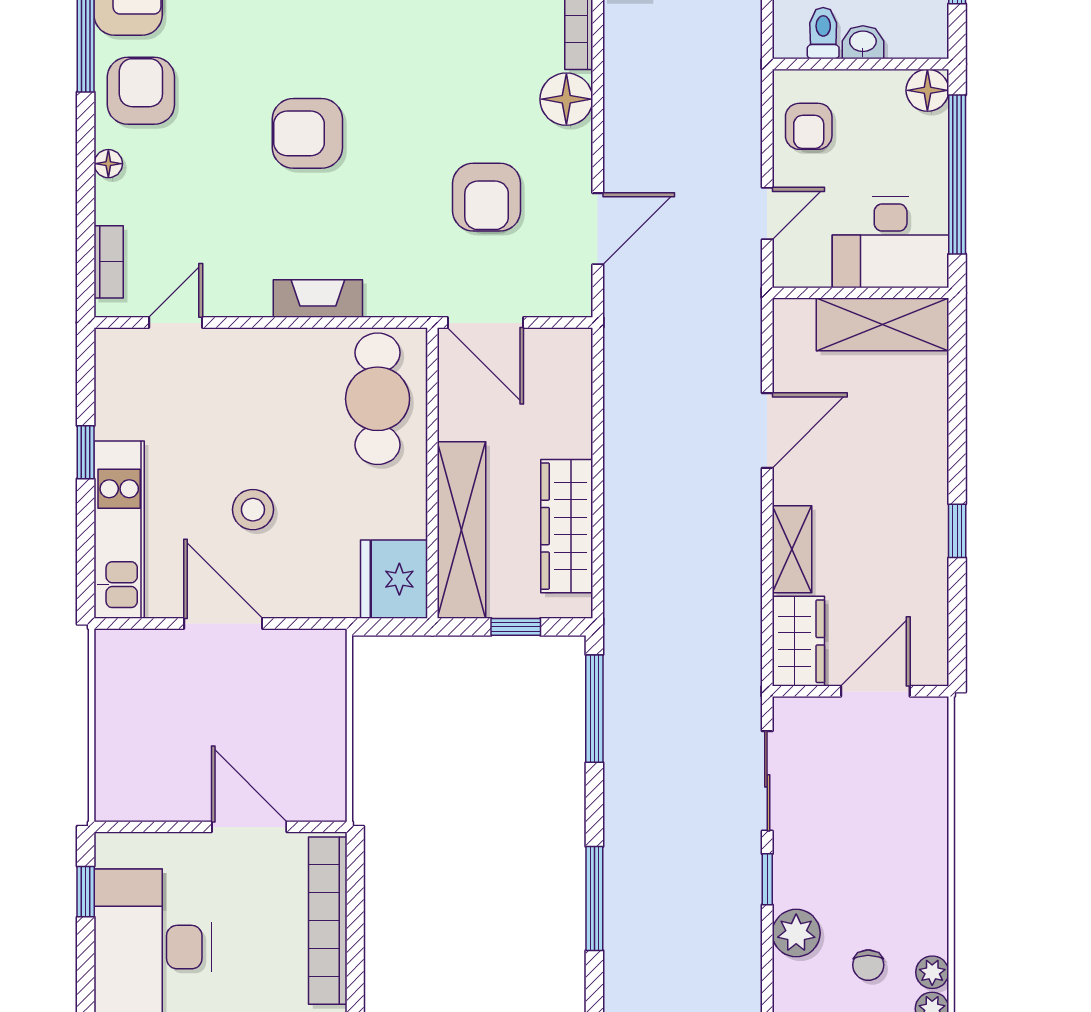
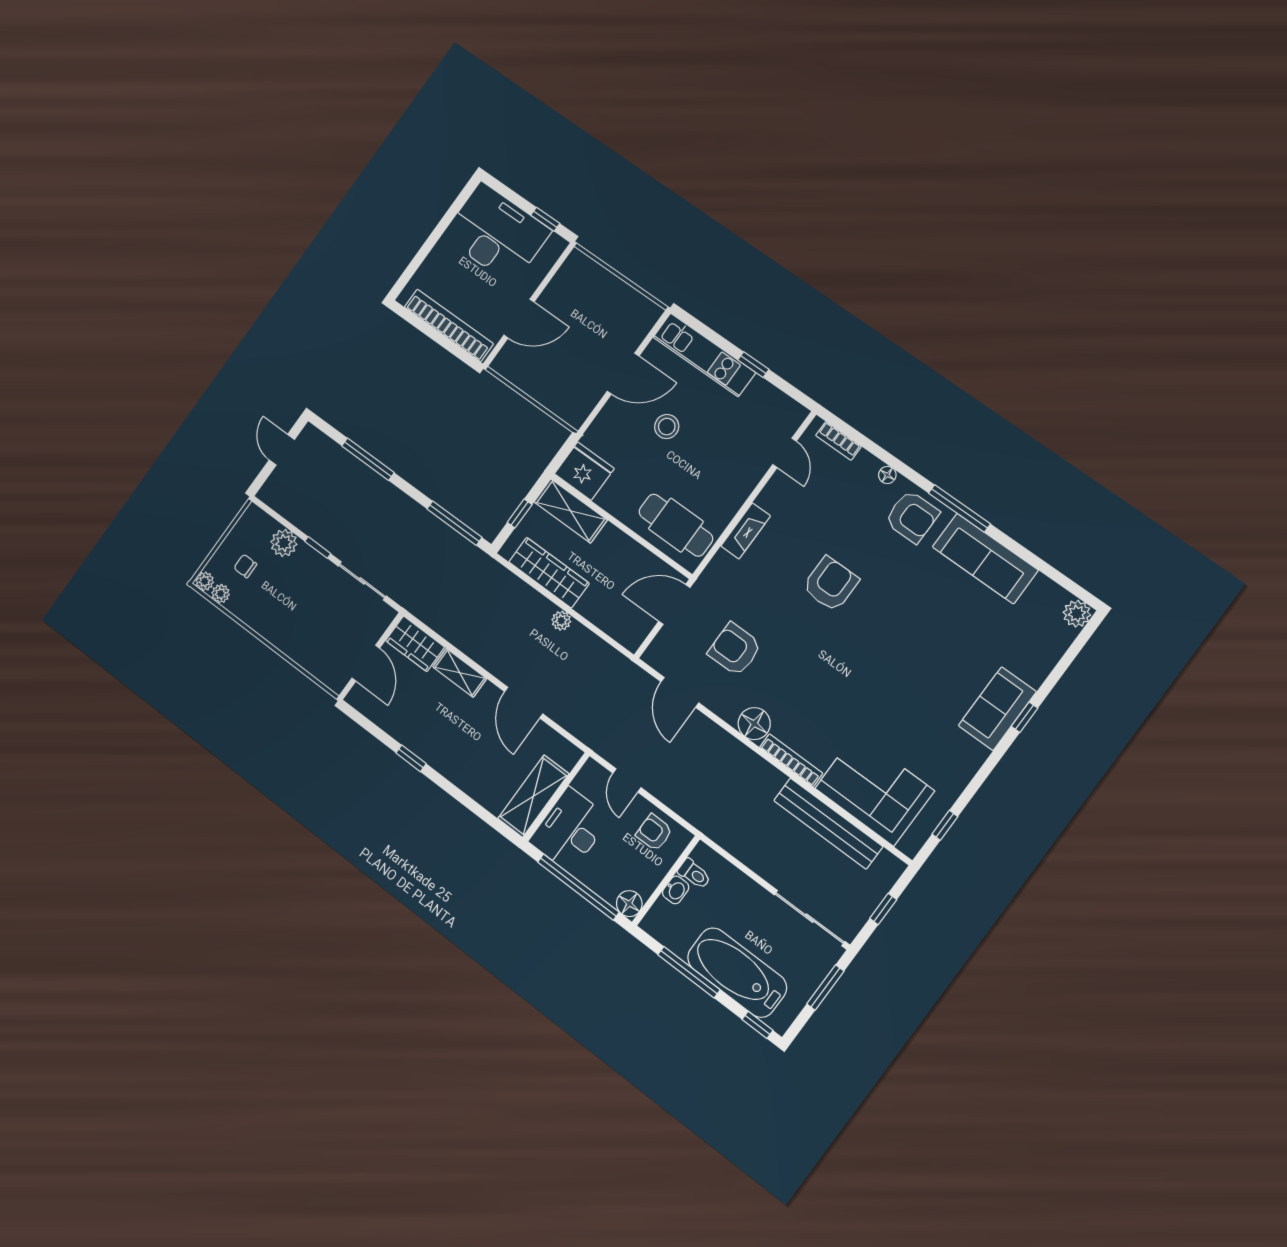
plant: (619, 461) -> (561, 621), added
shelving: (462, 530) -> (571, 511), width x0.68

